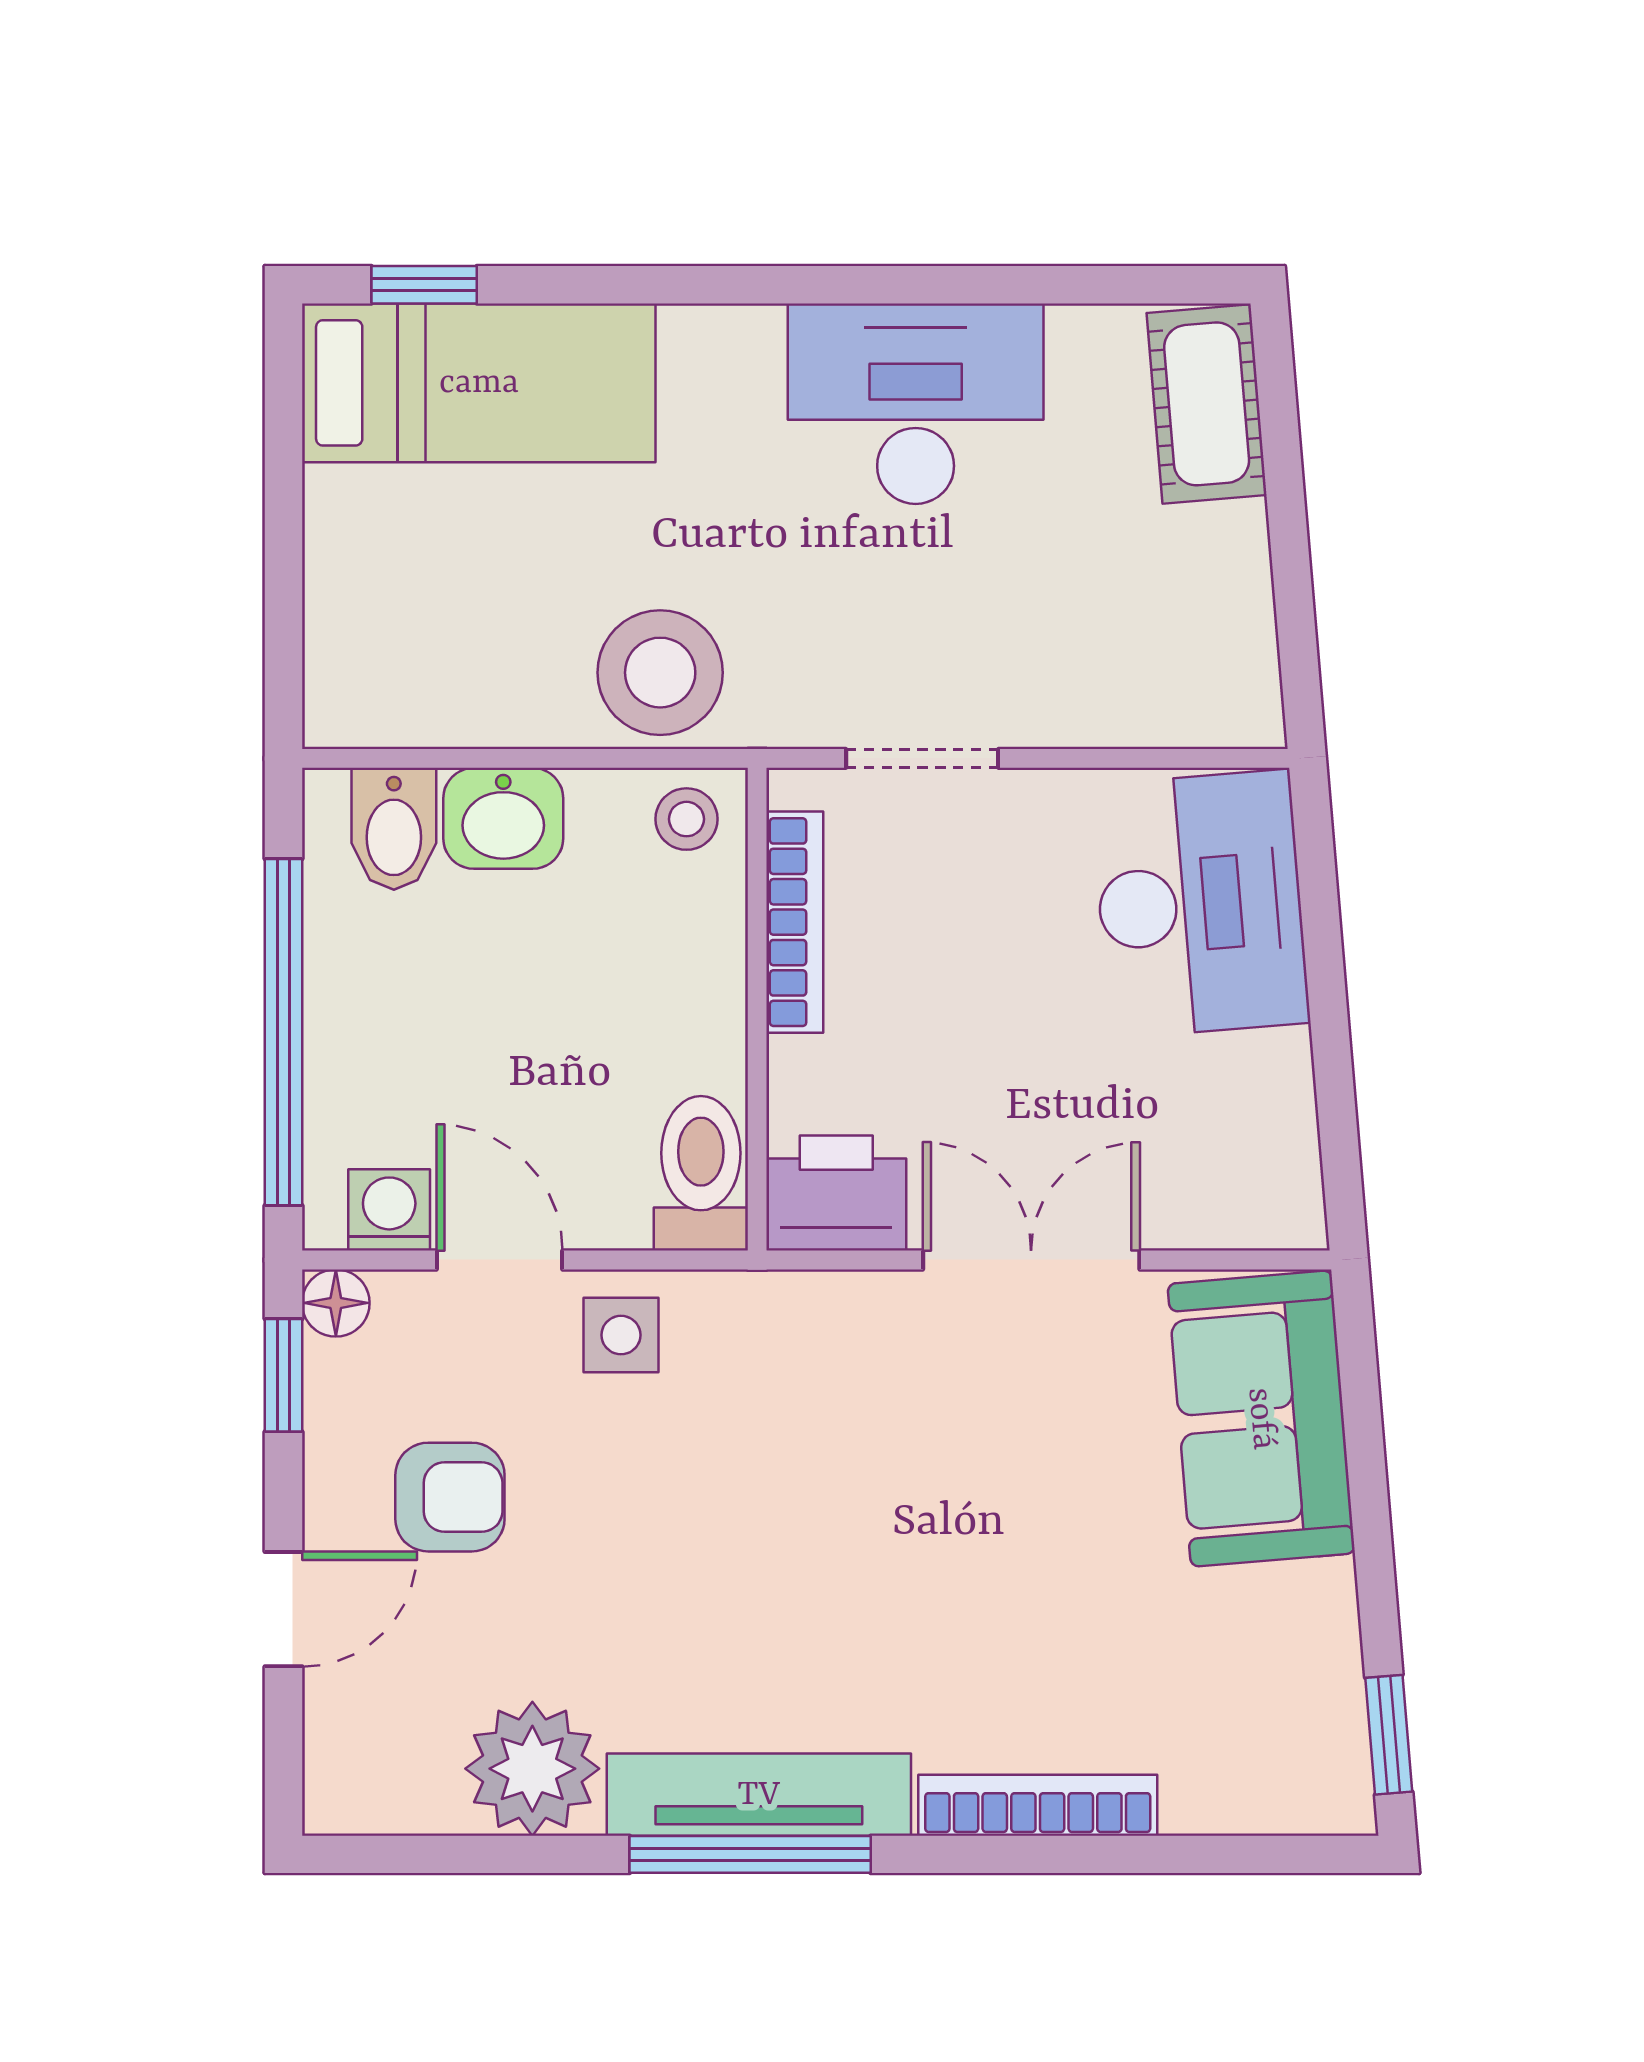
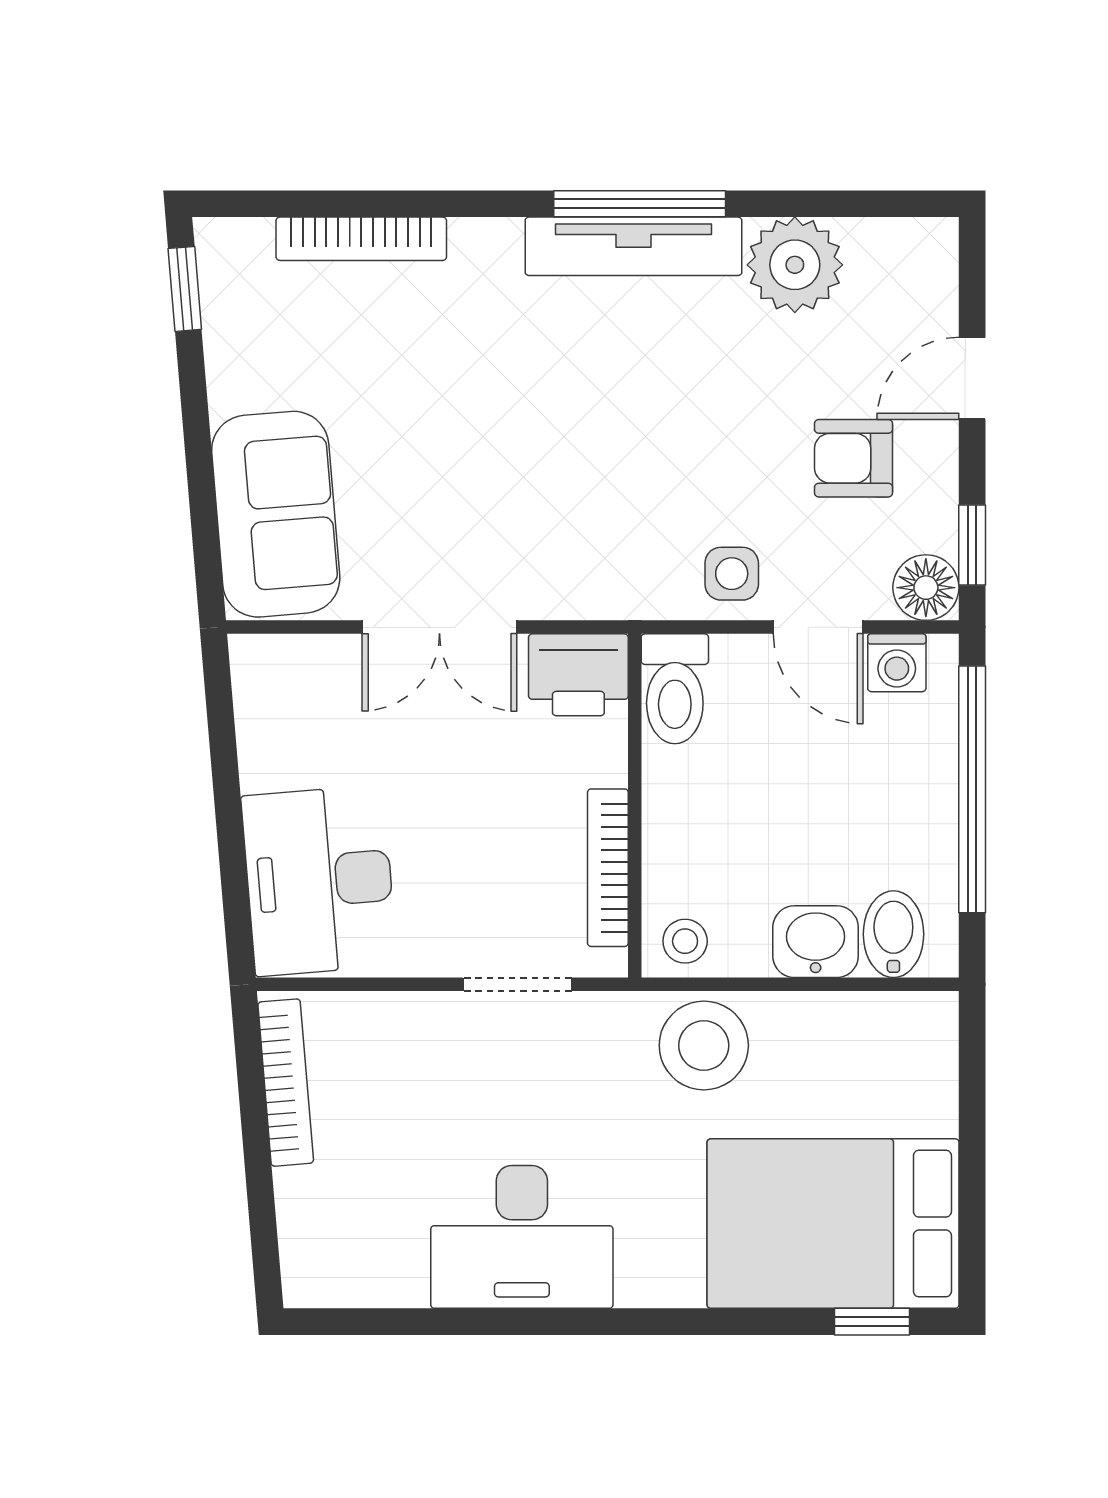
bed: (479, 383) -> (833, 1224), width x1.50
cot: (1207, 404) -> (315, 1237), removed
bookcase: (1247, 621) -> (286, 1083), added
floor lamp: (336, 1303) -> (926, 588), width x1.37, depth x1.37
bookcase: (1038, 1805) -> (361, 239), moved

